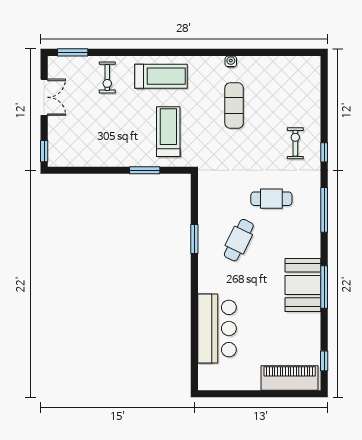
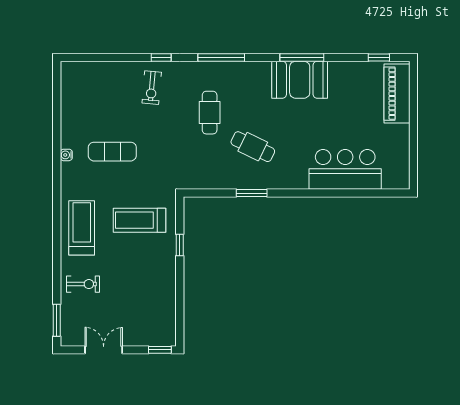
exercise bike: (295, 143) -> (152, 88), turned -85
window: (145, 170) -> (180, 245), width x0.67

